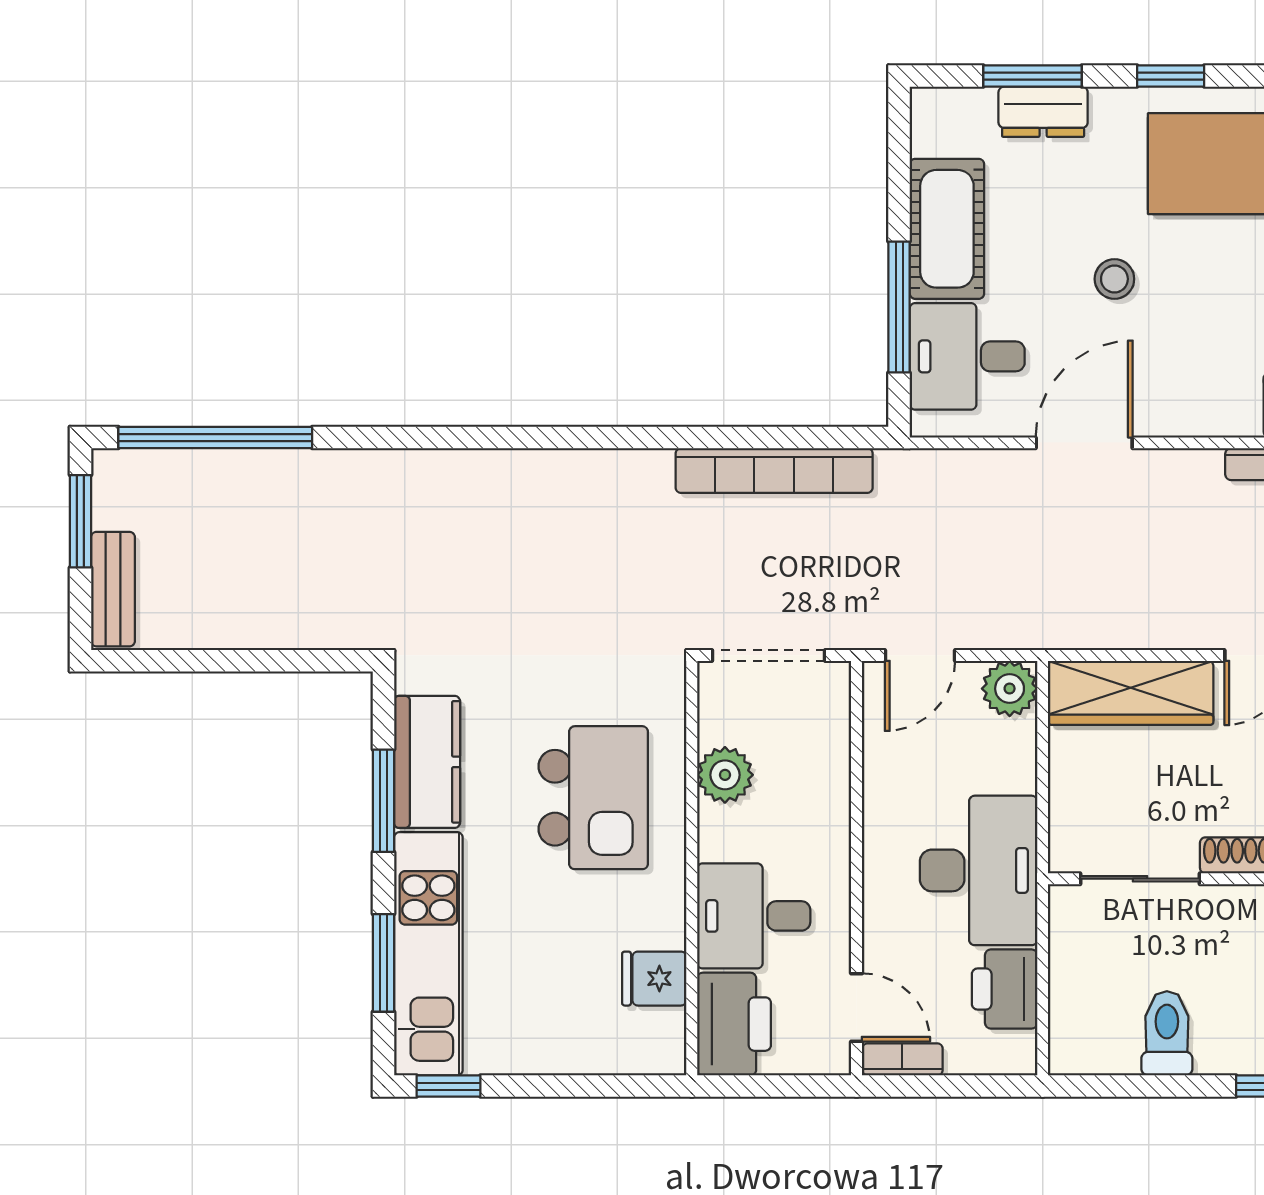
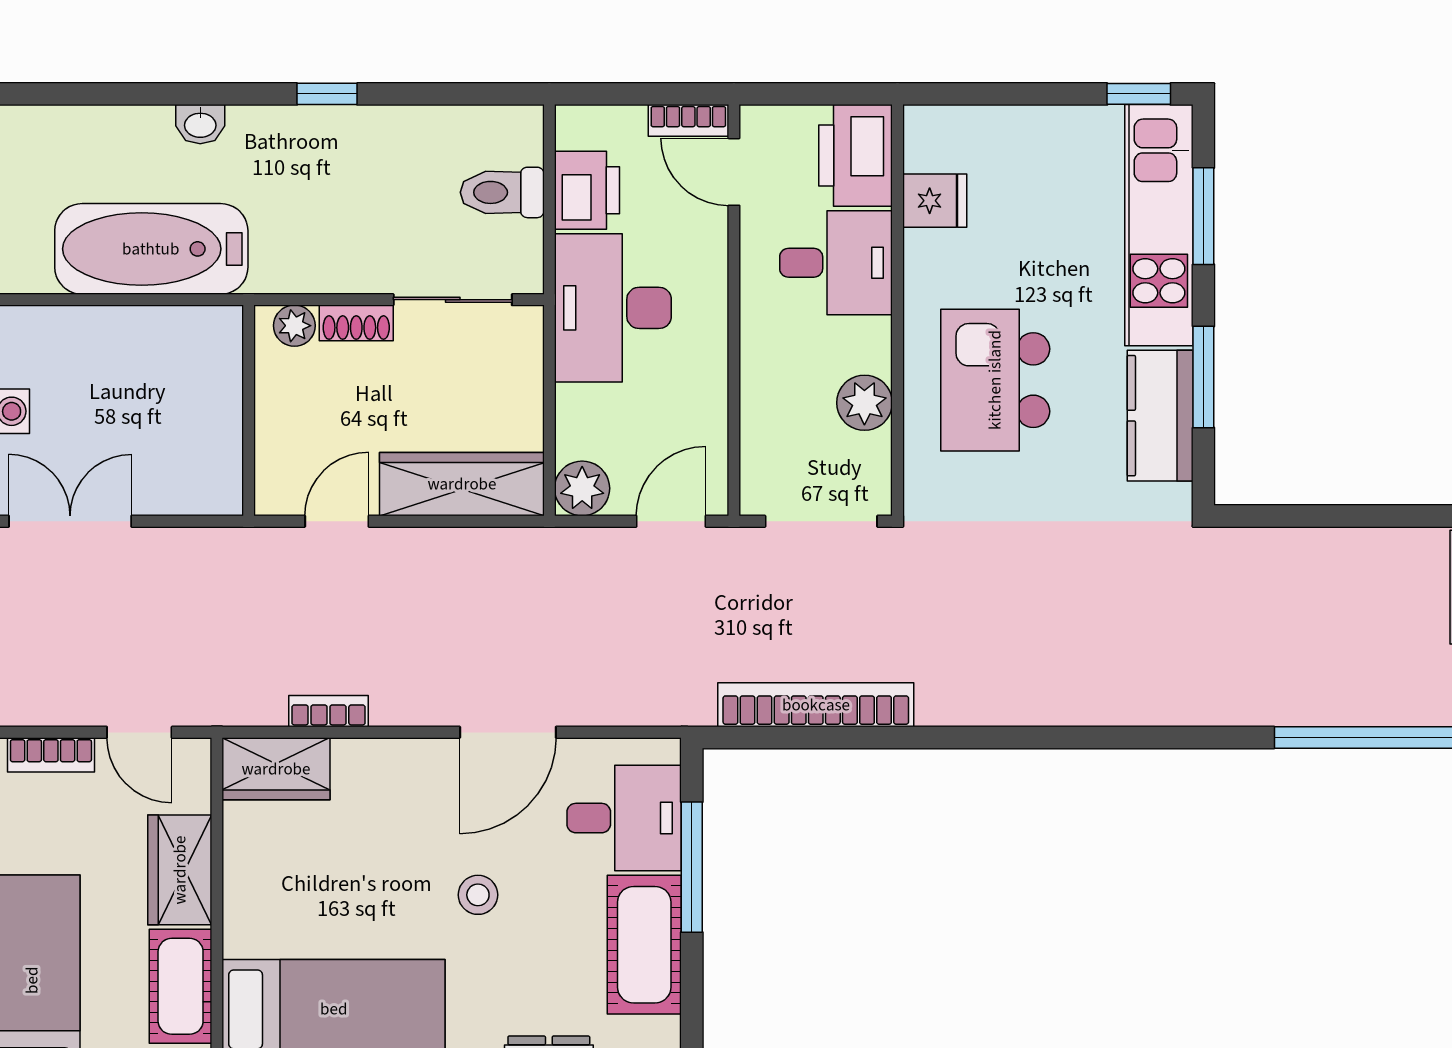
toilet: (1167, 1033) -> (502, 192), moved, turned 90

